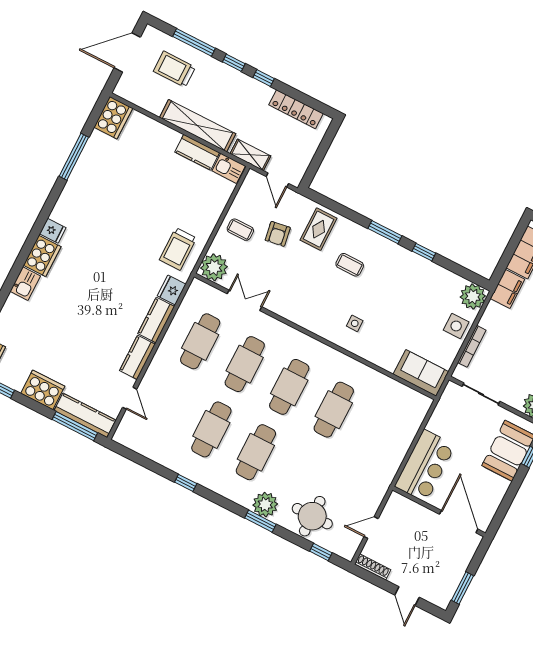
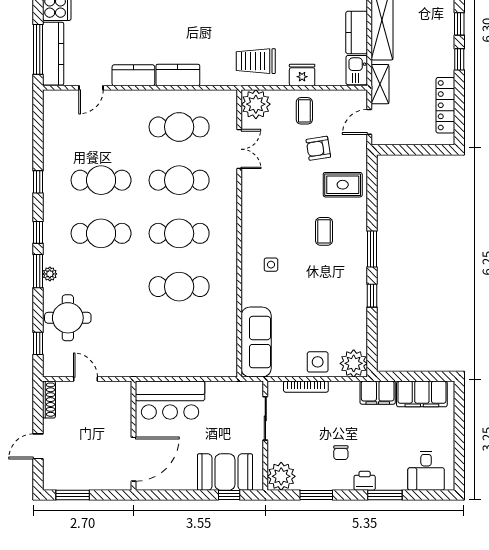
fridge: (172, 290) -> (302, 75), moved
sofa: (421, 373) -> (256, 342), width x1.36
window: (228, 505) -> (38, 232), added
plant: (265, 505) -> (50, 274), width x0.53, depth x0.53

